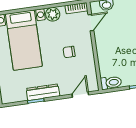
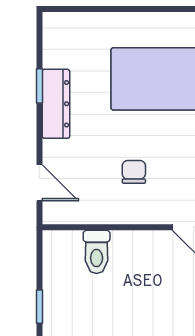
toilet: (111, 83) -> (97, 252), moved

